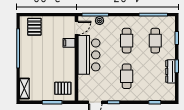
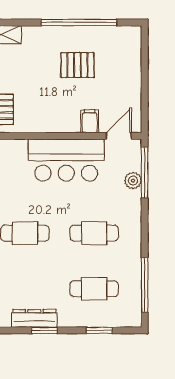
pallet: (34, 27) -> (77, 65), moved
door: (77, 28) -> (119, 136), swing flipped

